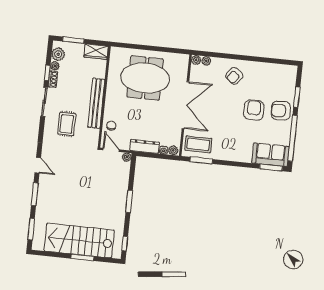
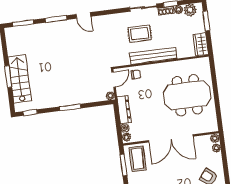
meeting table: (145, 78) -> (187, 95), turned 90
rug: (67, 124) -> (140, 34), moved
door: (38, 165) -> (83, 15), hinge flipped
stairs: (79, 241) -> (20, 79), width x0.73, depth x0.66

